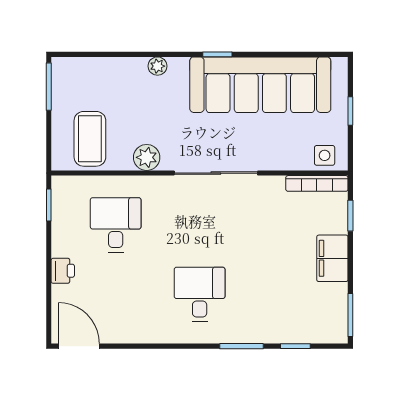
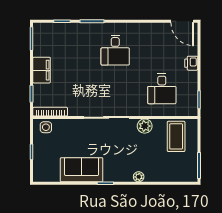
sofa: (260, 85) -> (82, 170), width x0.54, depth x0.79

